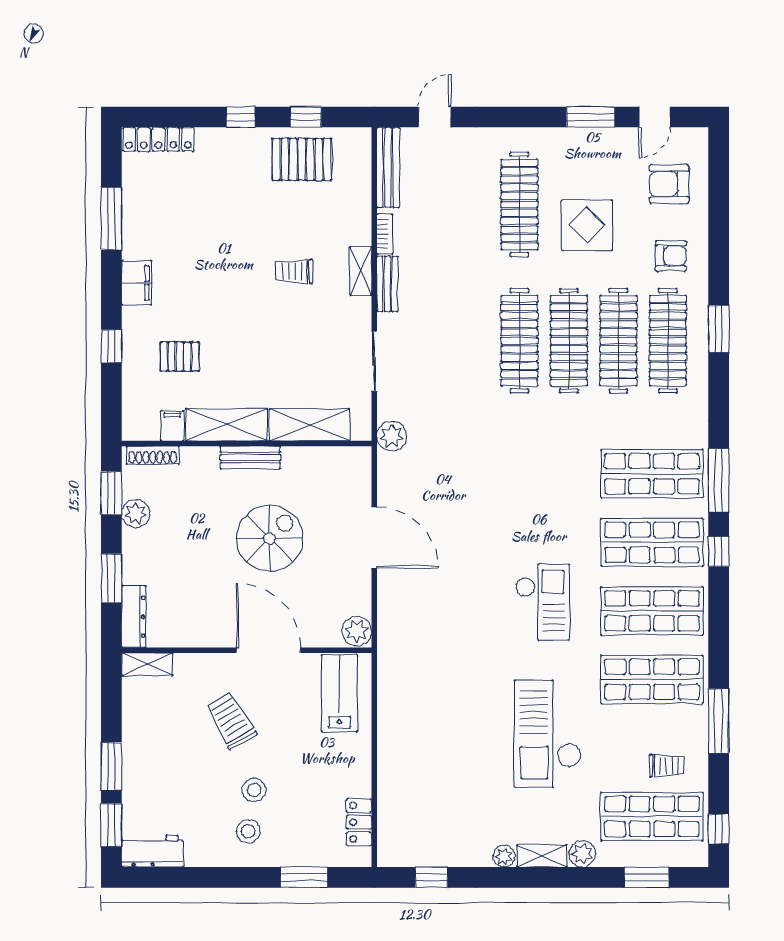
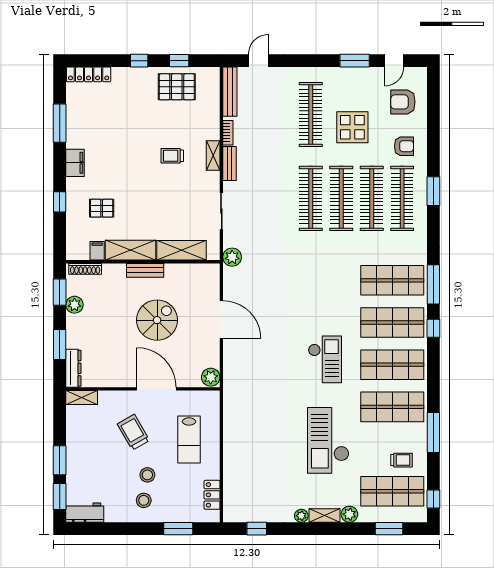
lab bench: (339, 693) -> (189, 440), moved, turned 180

